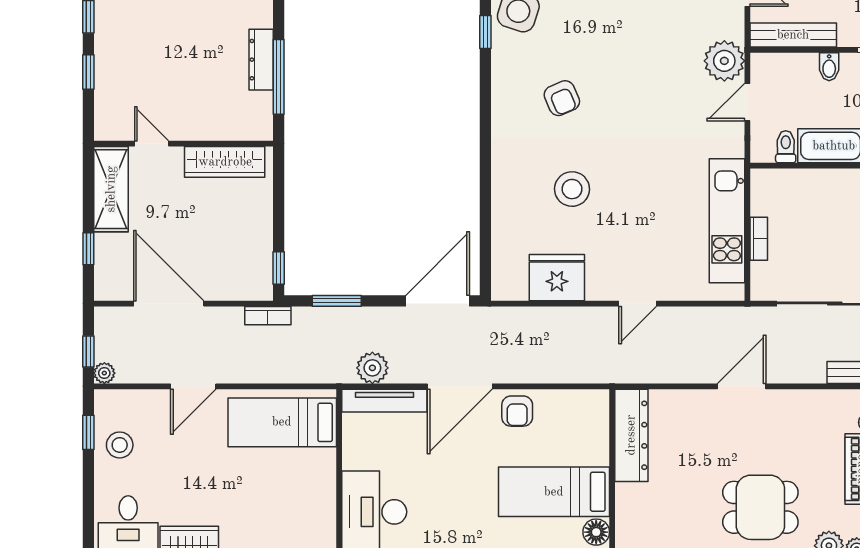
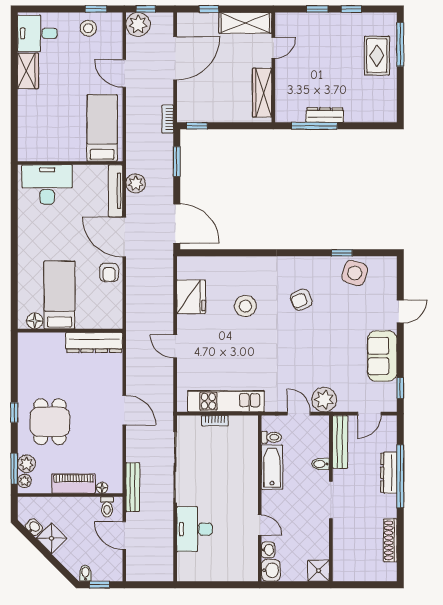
plant: (104, 373) -> (138, 24), width x1.87, depth x1.87
armchair: (517, 411) -> (109, 272), turned -90

